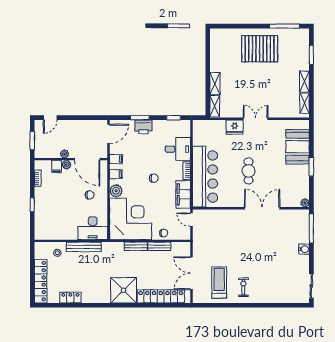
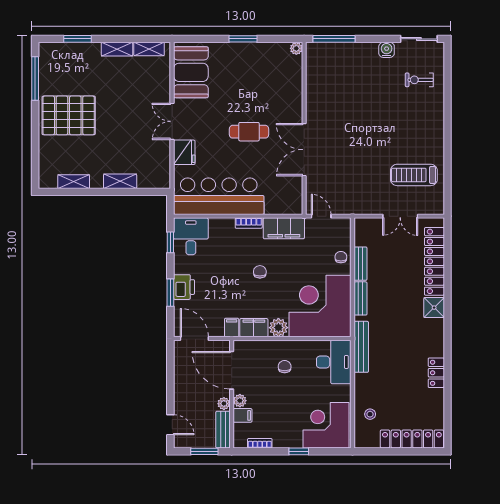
pallet: (260, 49) -> (69, 115), turned 90
shelving: (215, 106) -> (74, 182), moved
booth: (298, 147) -> (191, 72), moved, turned 90
desk: (178, 149) -> (191, 236), moved
bench: (47, 153) -> (223, 430), added
door: (87, 159) -> (232, 370), swing flipped
filing cabinet: (116, 174) -> (254, 328), width x2.00
bar counter: (205, 177) -> (219, 196), moved
double door: (262, 208) -> (304, 150), moved
door: (191, 220) -> (321, 216), swing flipped
corner desk: (50, 223) -> (326, 425), added
bench: (84, 247) -> (361, 347), moved
water cooler: (304, 249) -> (387, 50), moved
double door: (191, 273) -> (400, 216), width x0.73
exercise bike: (243, 287) -> (419, 80), moved
shower: (124, 290) -> (434, 308), width x0.54, depth x0.54
locker: (70, 298) -> (436, 373), moved

